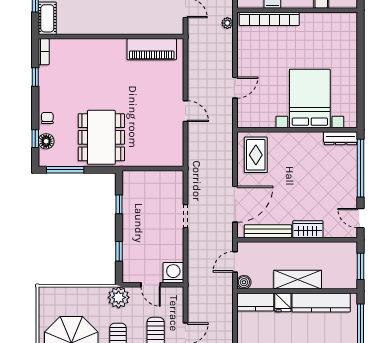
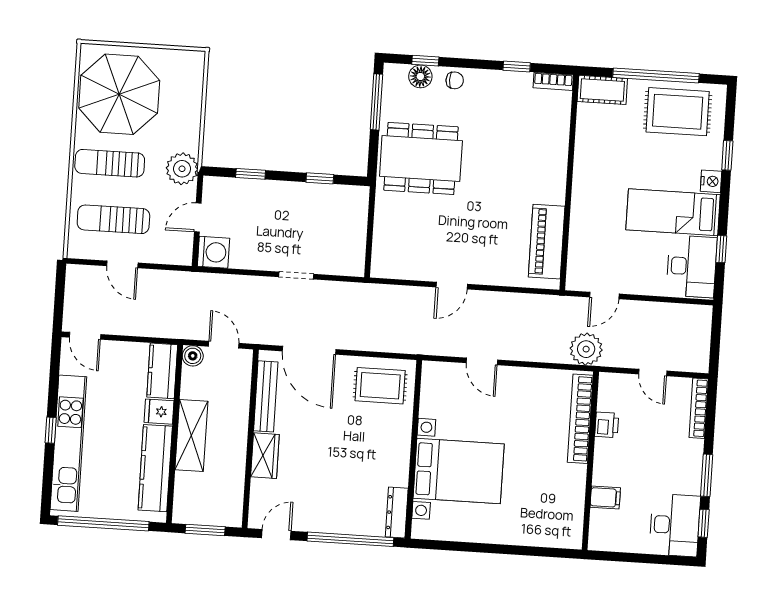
plant: (227, 23) -> (586, 349), width x1.87, depth x1.87

